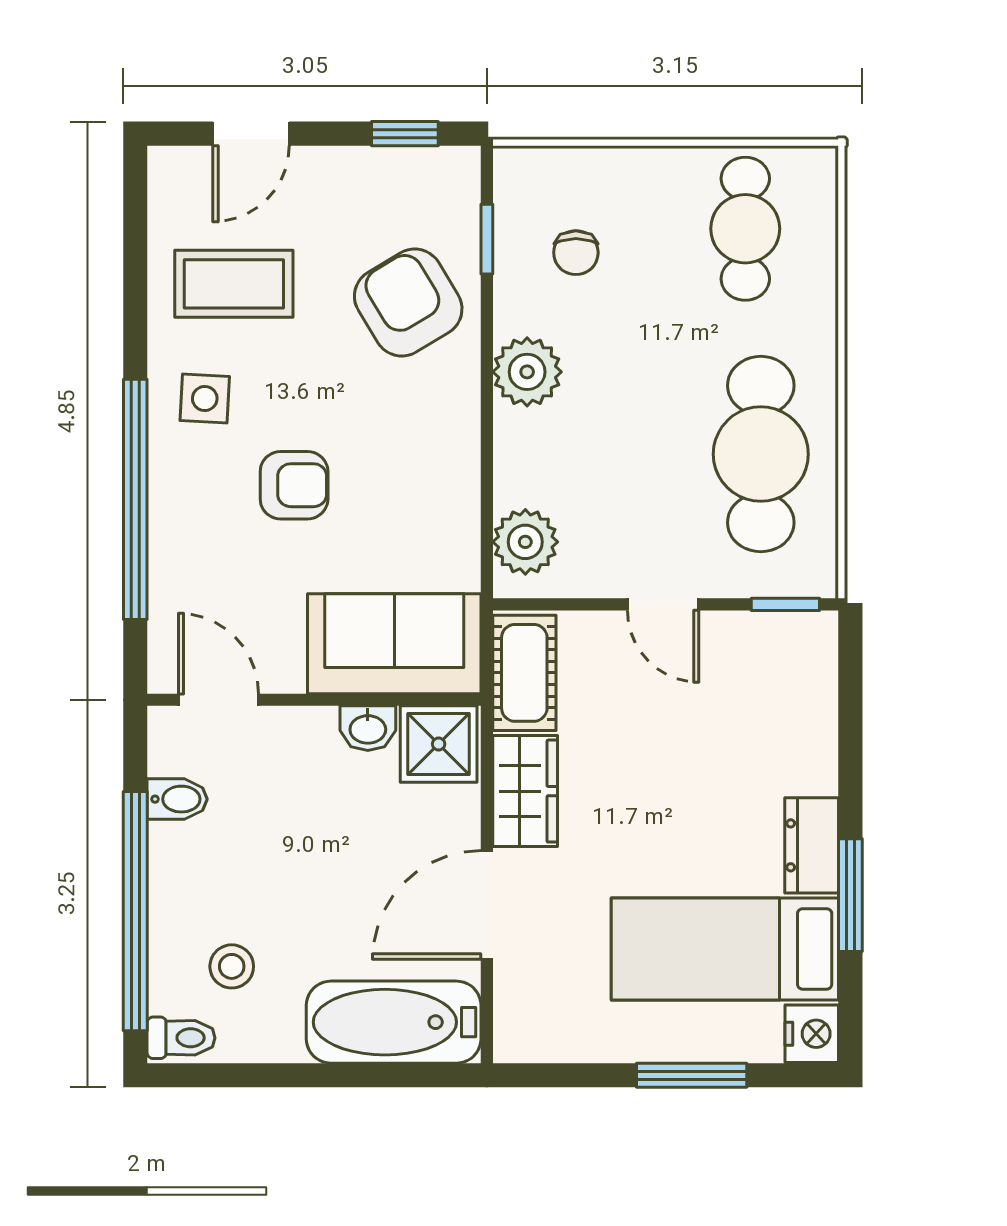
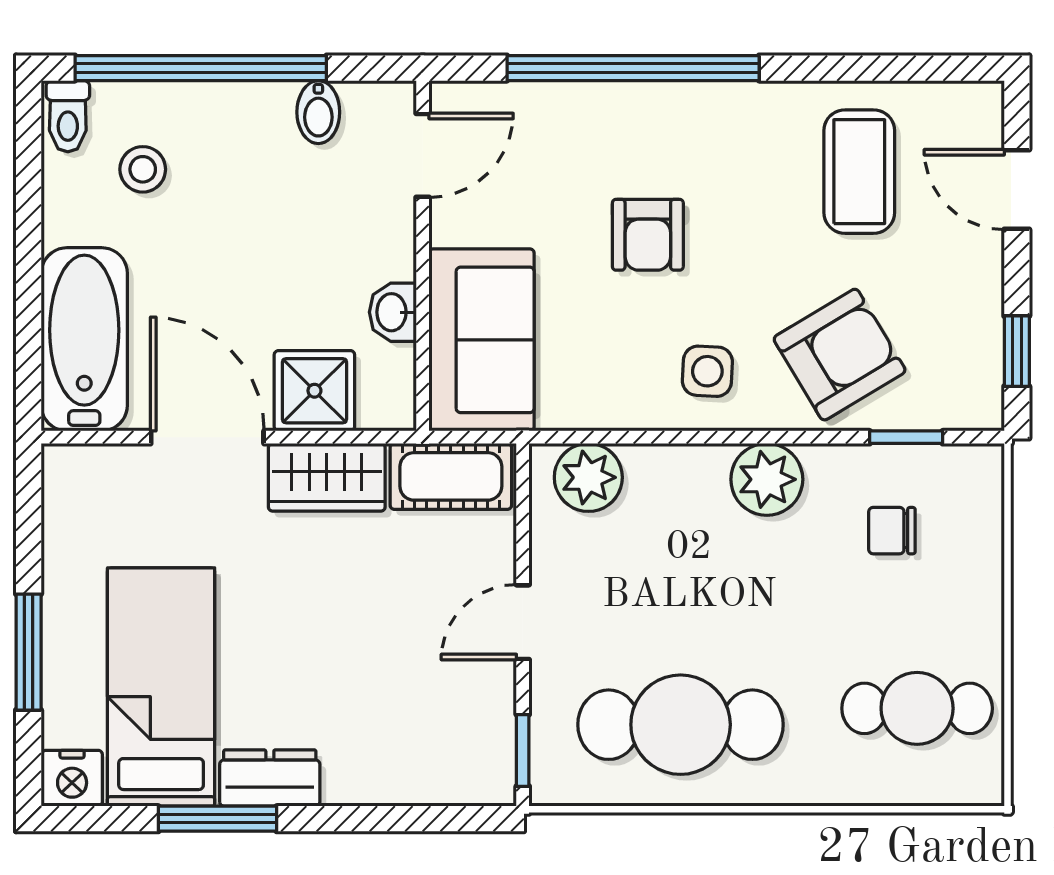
side table: (205, 399) -> (707, 371), moved
shower: (439, 744) -> (314, 391), moved

